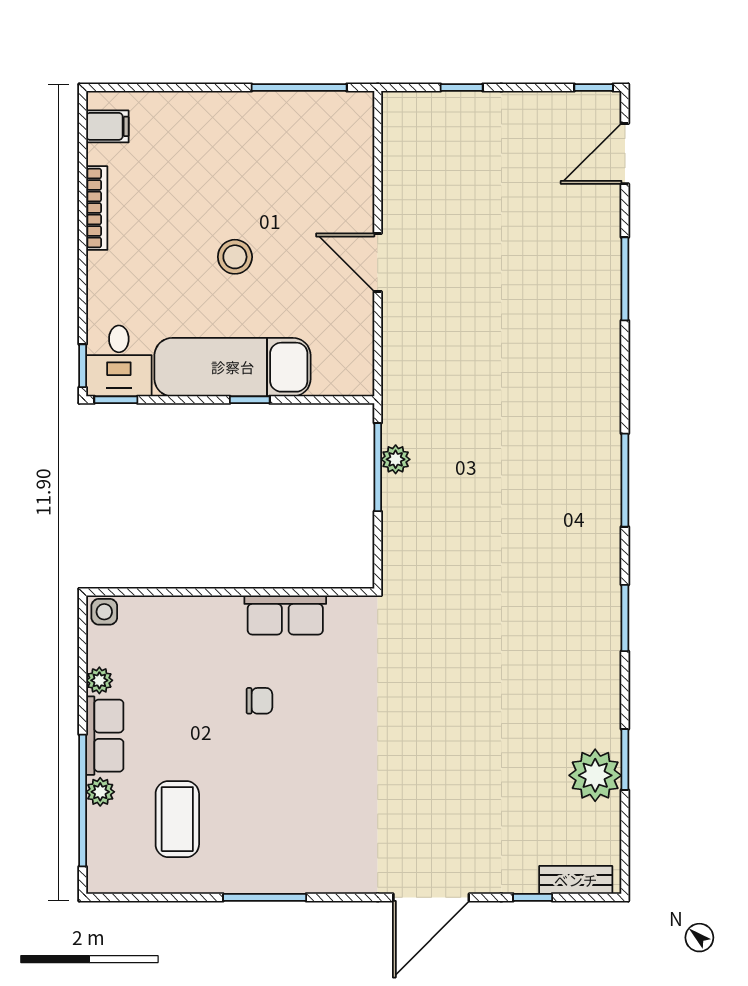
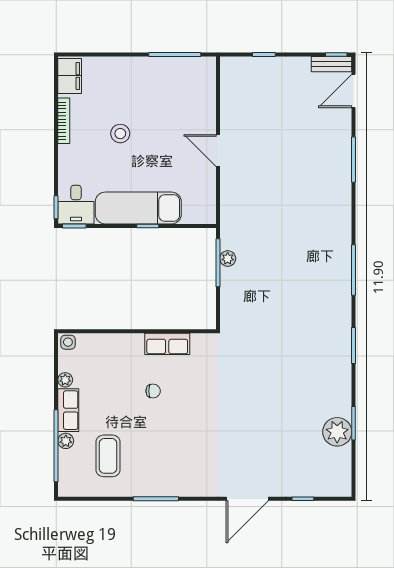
filing cabinet: (107, 126) -> (70, 76), width x2.00
stool: (235, 257) -> (120, 134), moved
bench: (576, 880) -> (331, 64), moved

